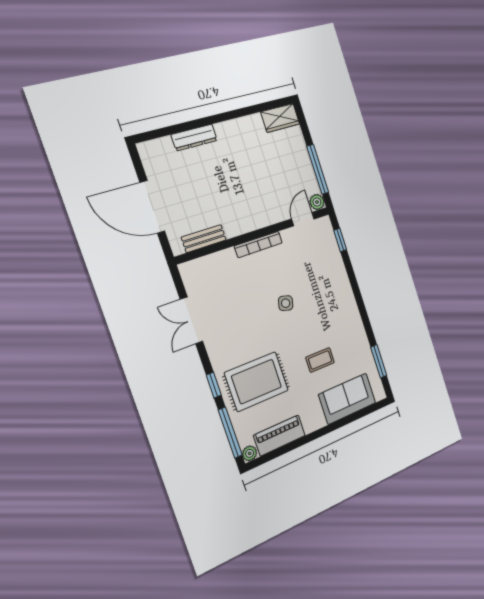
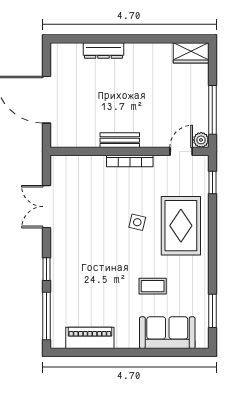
bench: (204, 239) -> (120, 140), moved
rug: (257, 382) -> (181, 226), moved, turned 90
plant: (250, 453) -> (57, 342), removed

